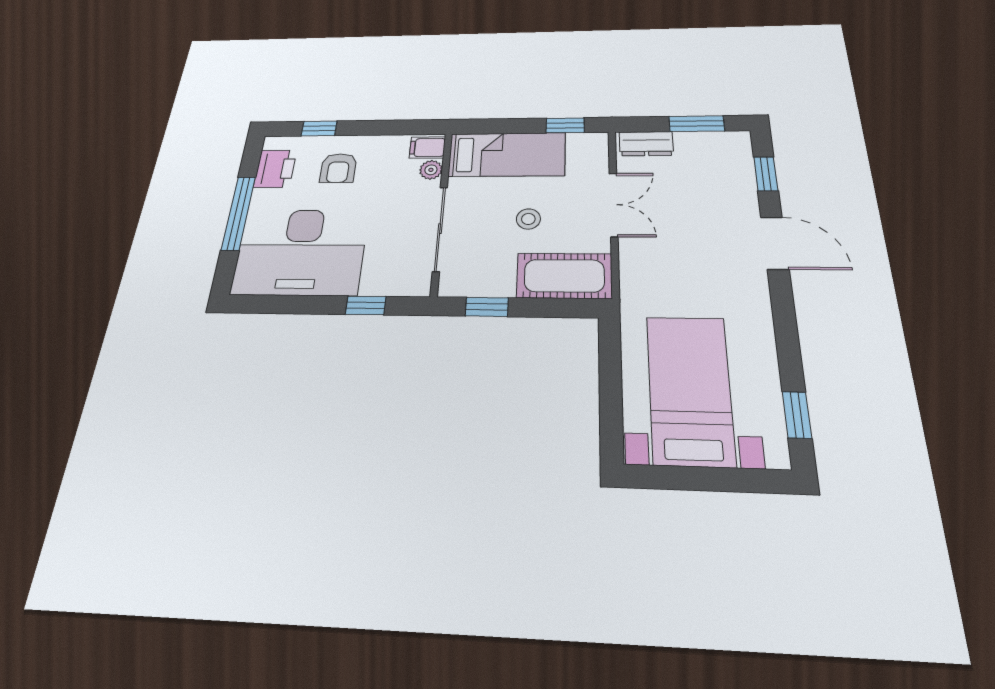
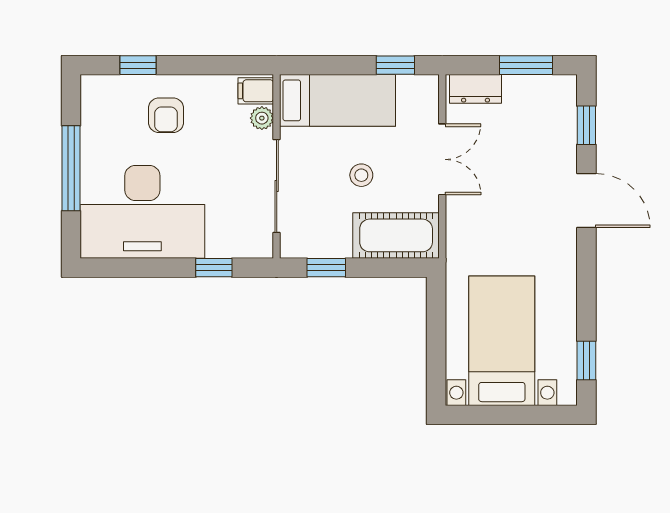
printer: (275, 169) -> (99, 115), removed

